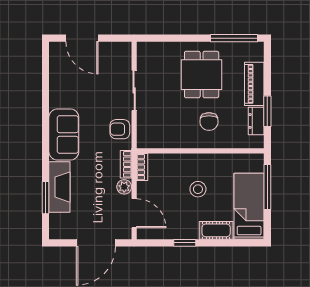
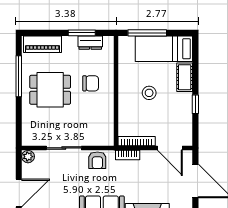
window: (234, 38) -> (19, 76), moved
piano: (254, 84) -> (42, 44), moved
bookcase: (142, 167) -> (137, 141), width x1.56
plant: (124, 187) -> (28, 157), moved
door: (134, 213) -> (170, 148), swing flipped

